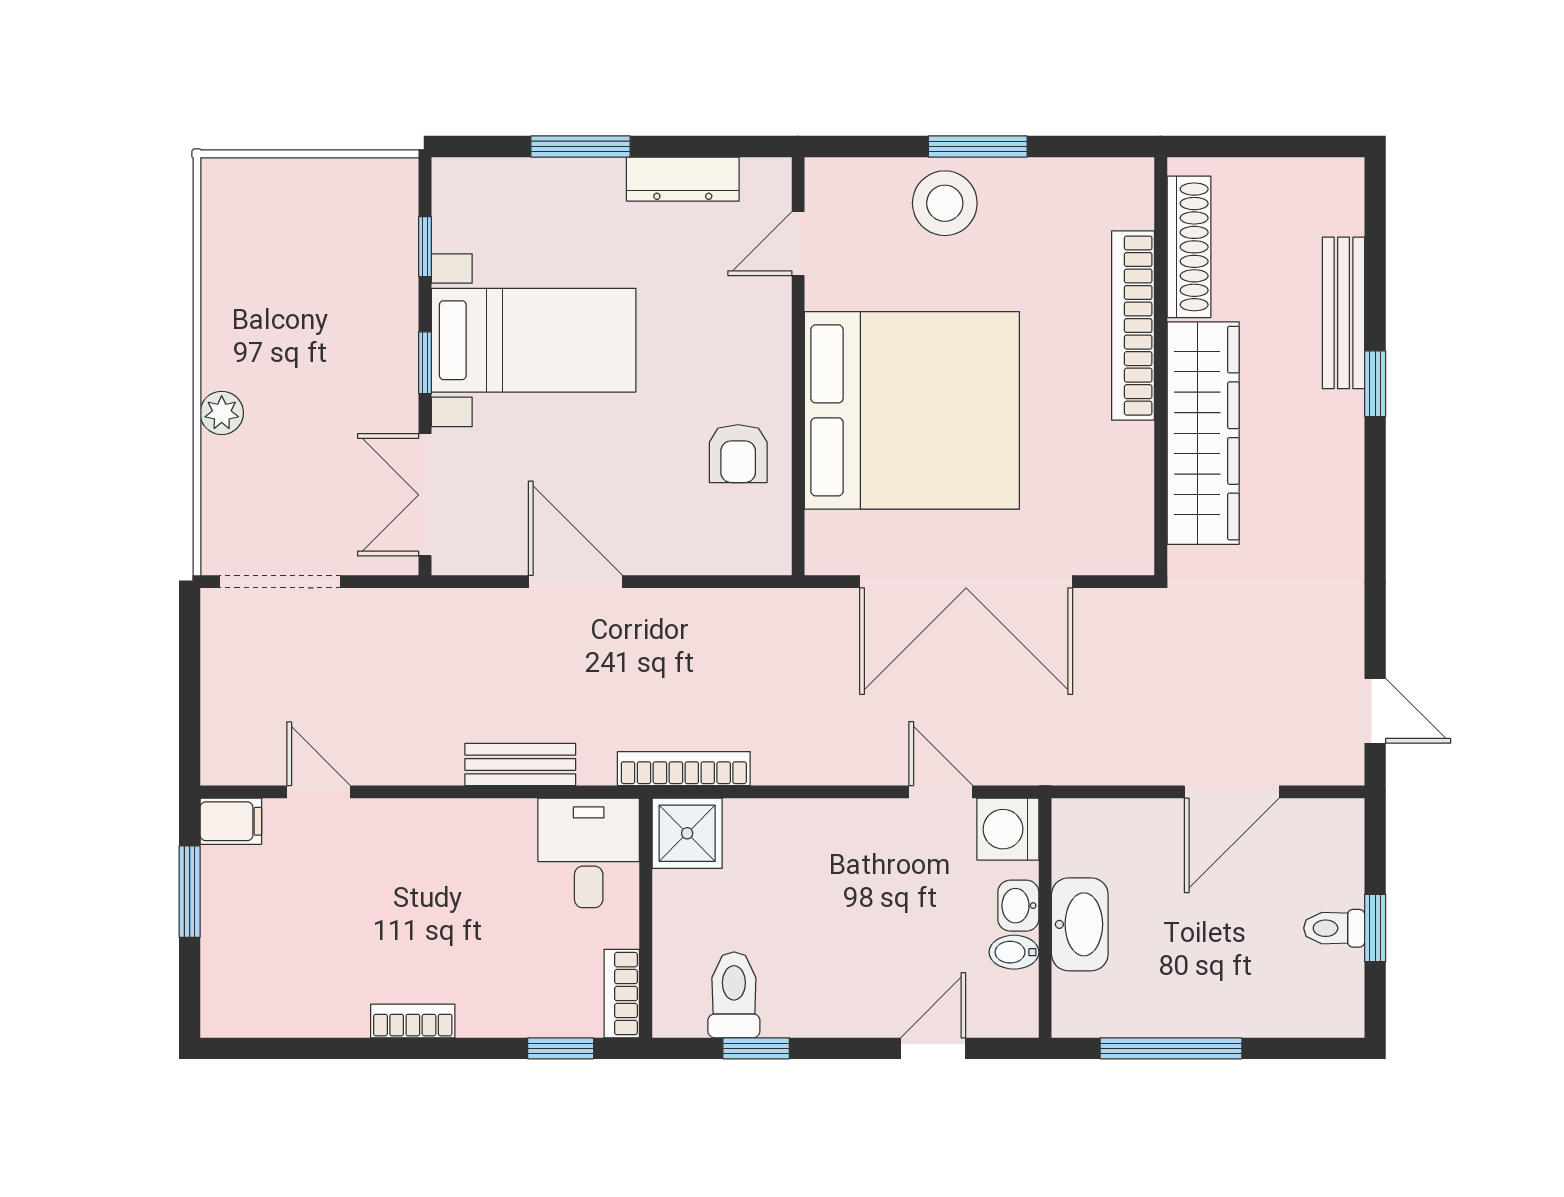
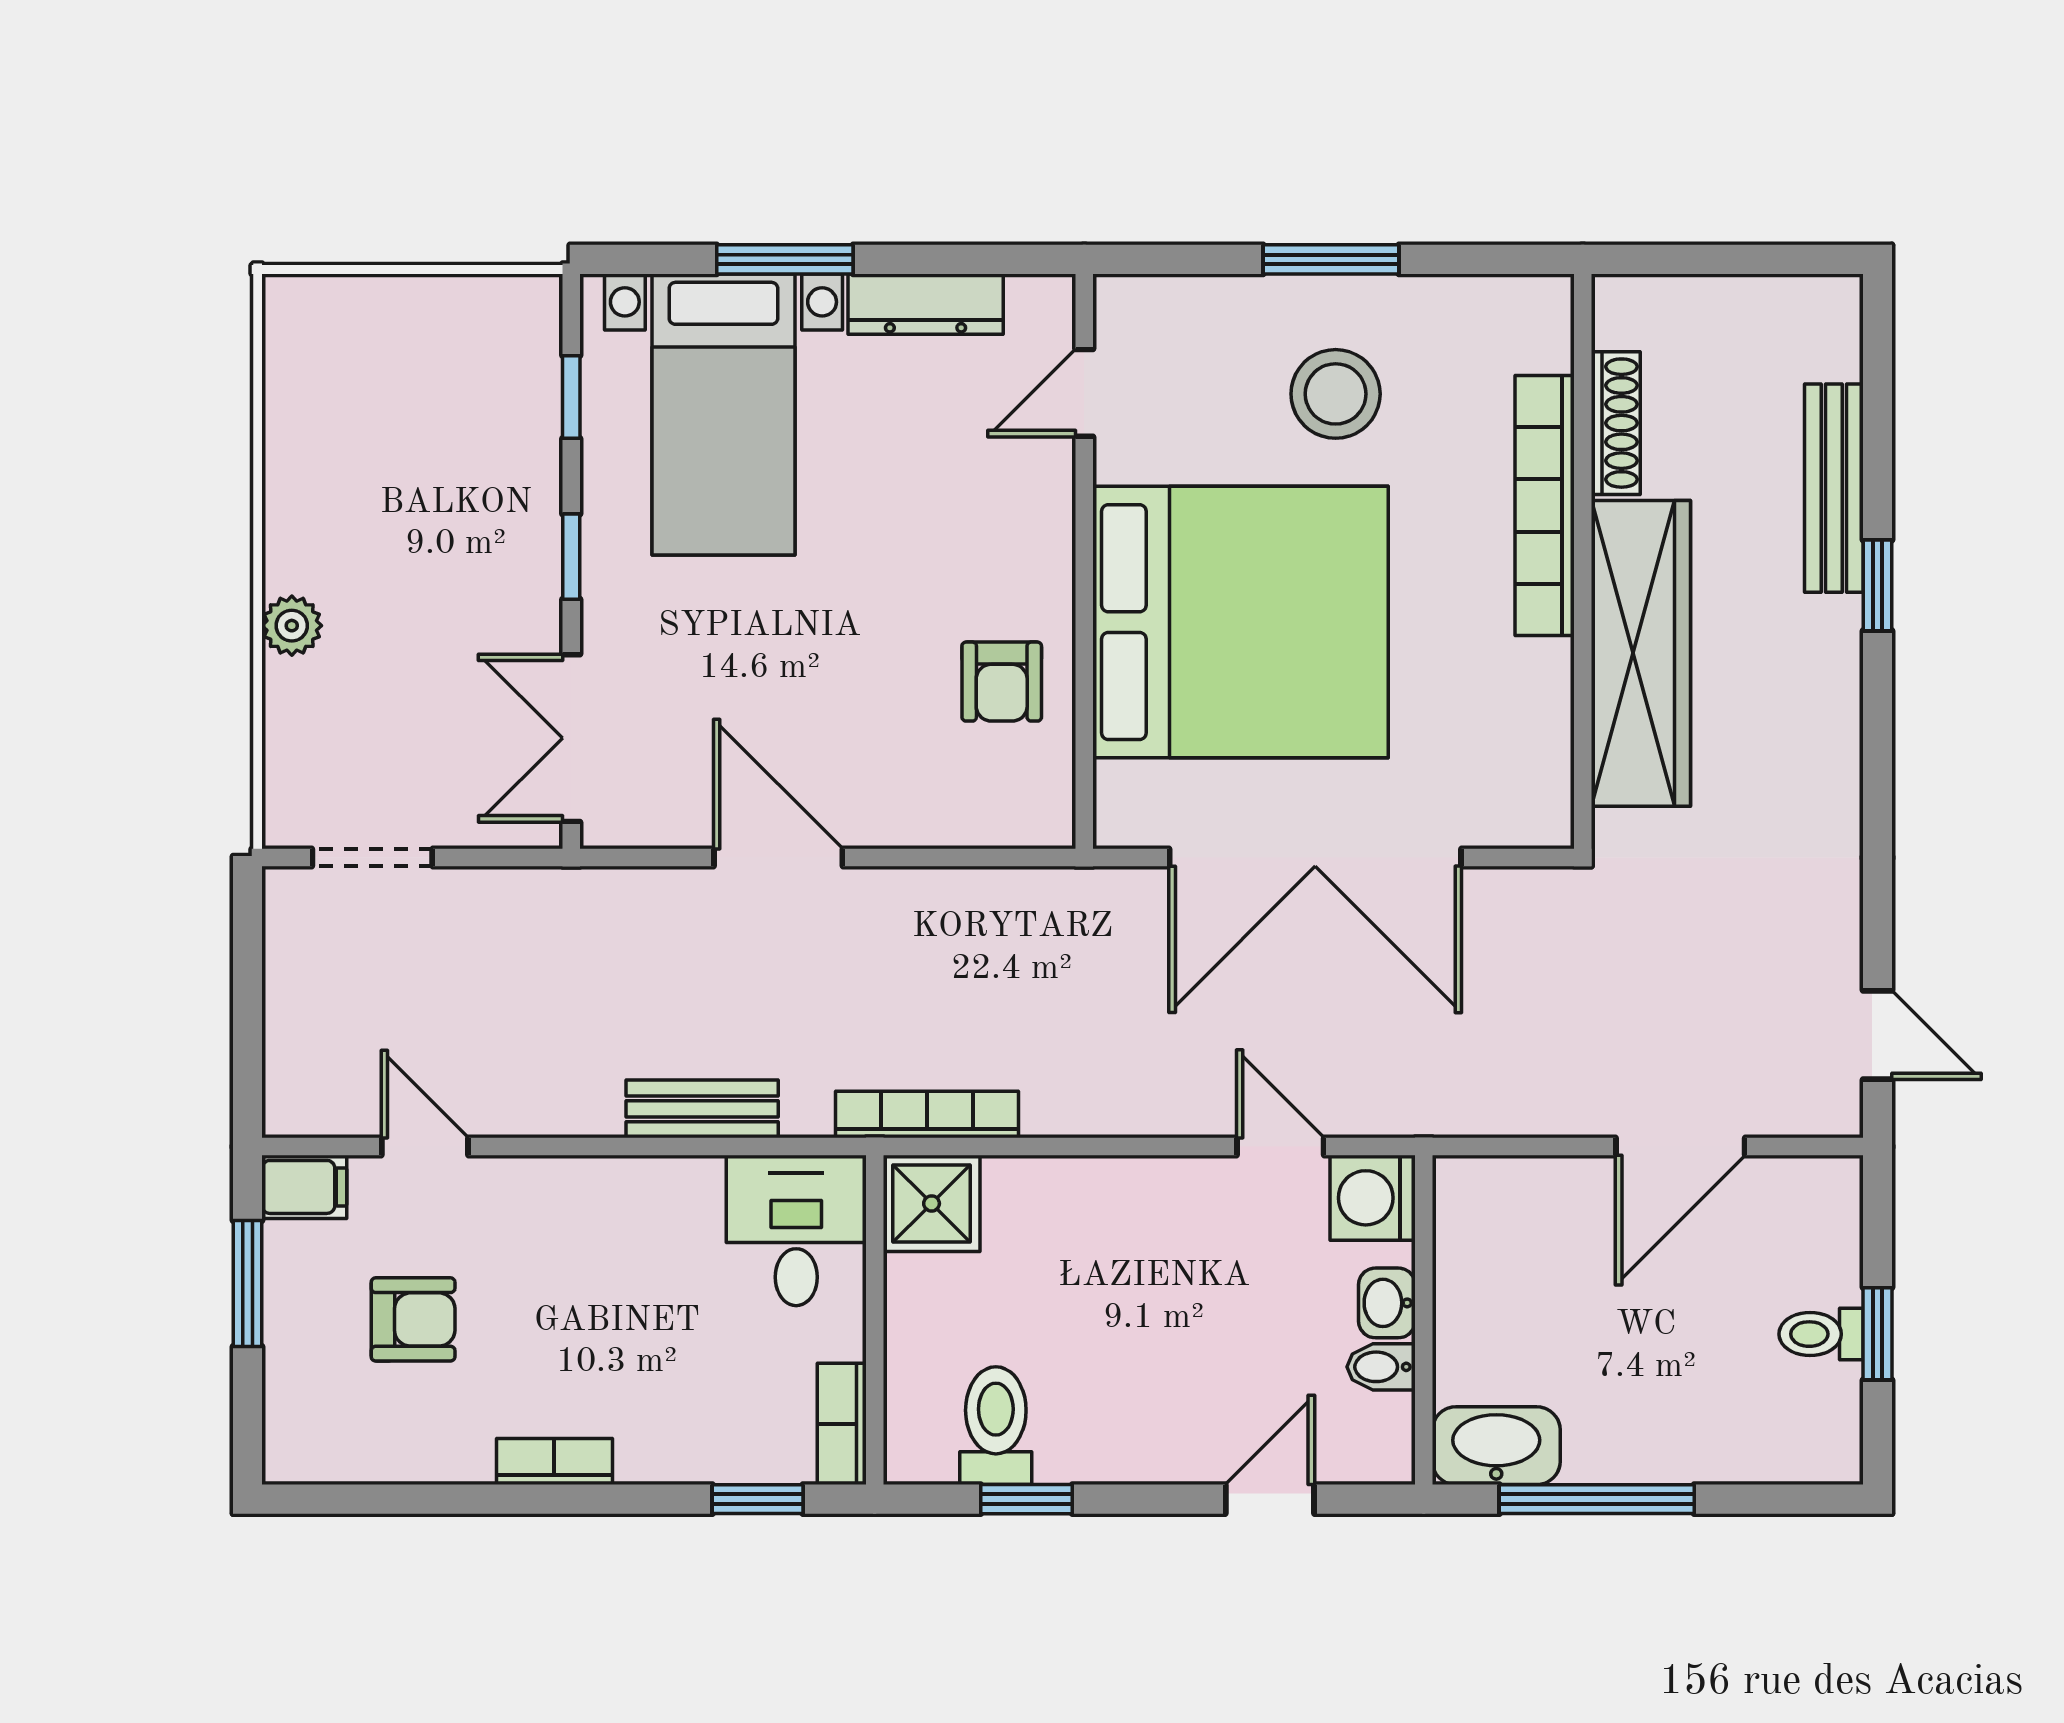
stool: (945, 203) -> (1336, 394), moved
shoe rack: (1189, 247) -> (1616, 423), width x0.74, depth x0.81
bed with nightstands: (534, 340) -> (723, 414), moved, turned 90
doorway: (280, 582) -> (372, 858), width x0.73
armchair: (310, 918) -> (413, 1319), added
washbasin: (1080, 924) -> (1496, 1446), moved, turned -90

